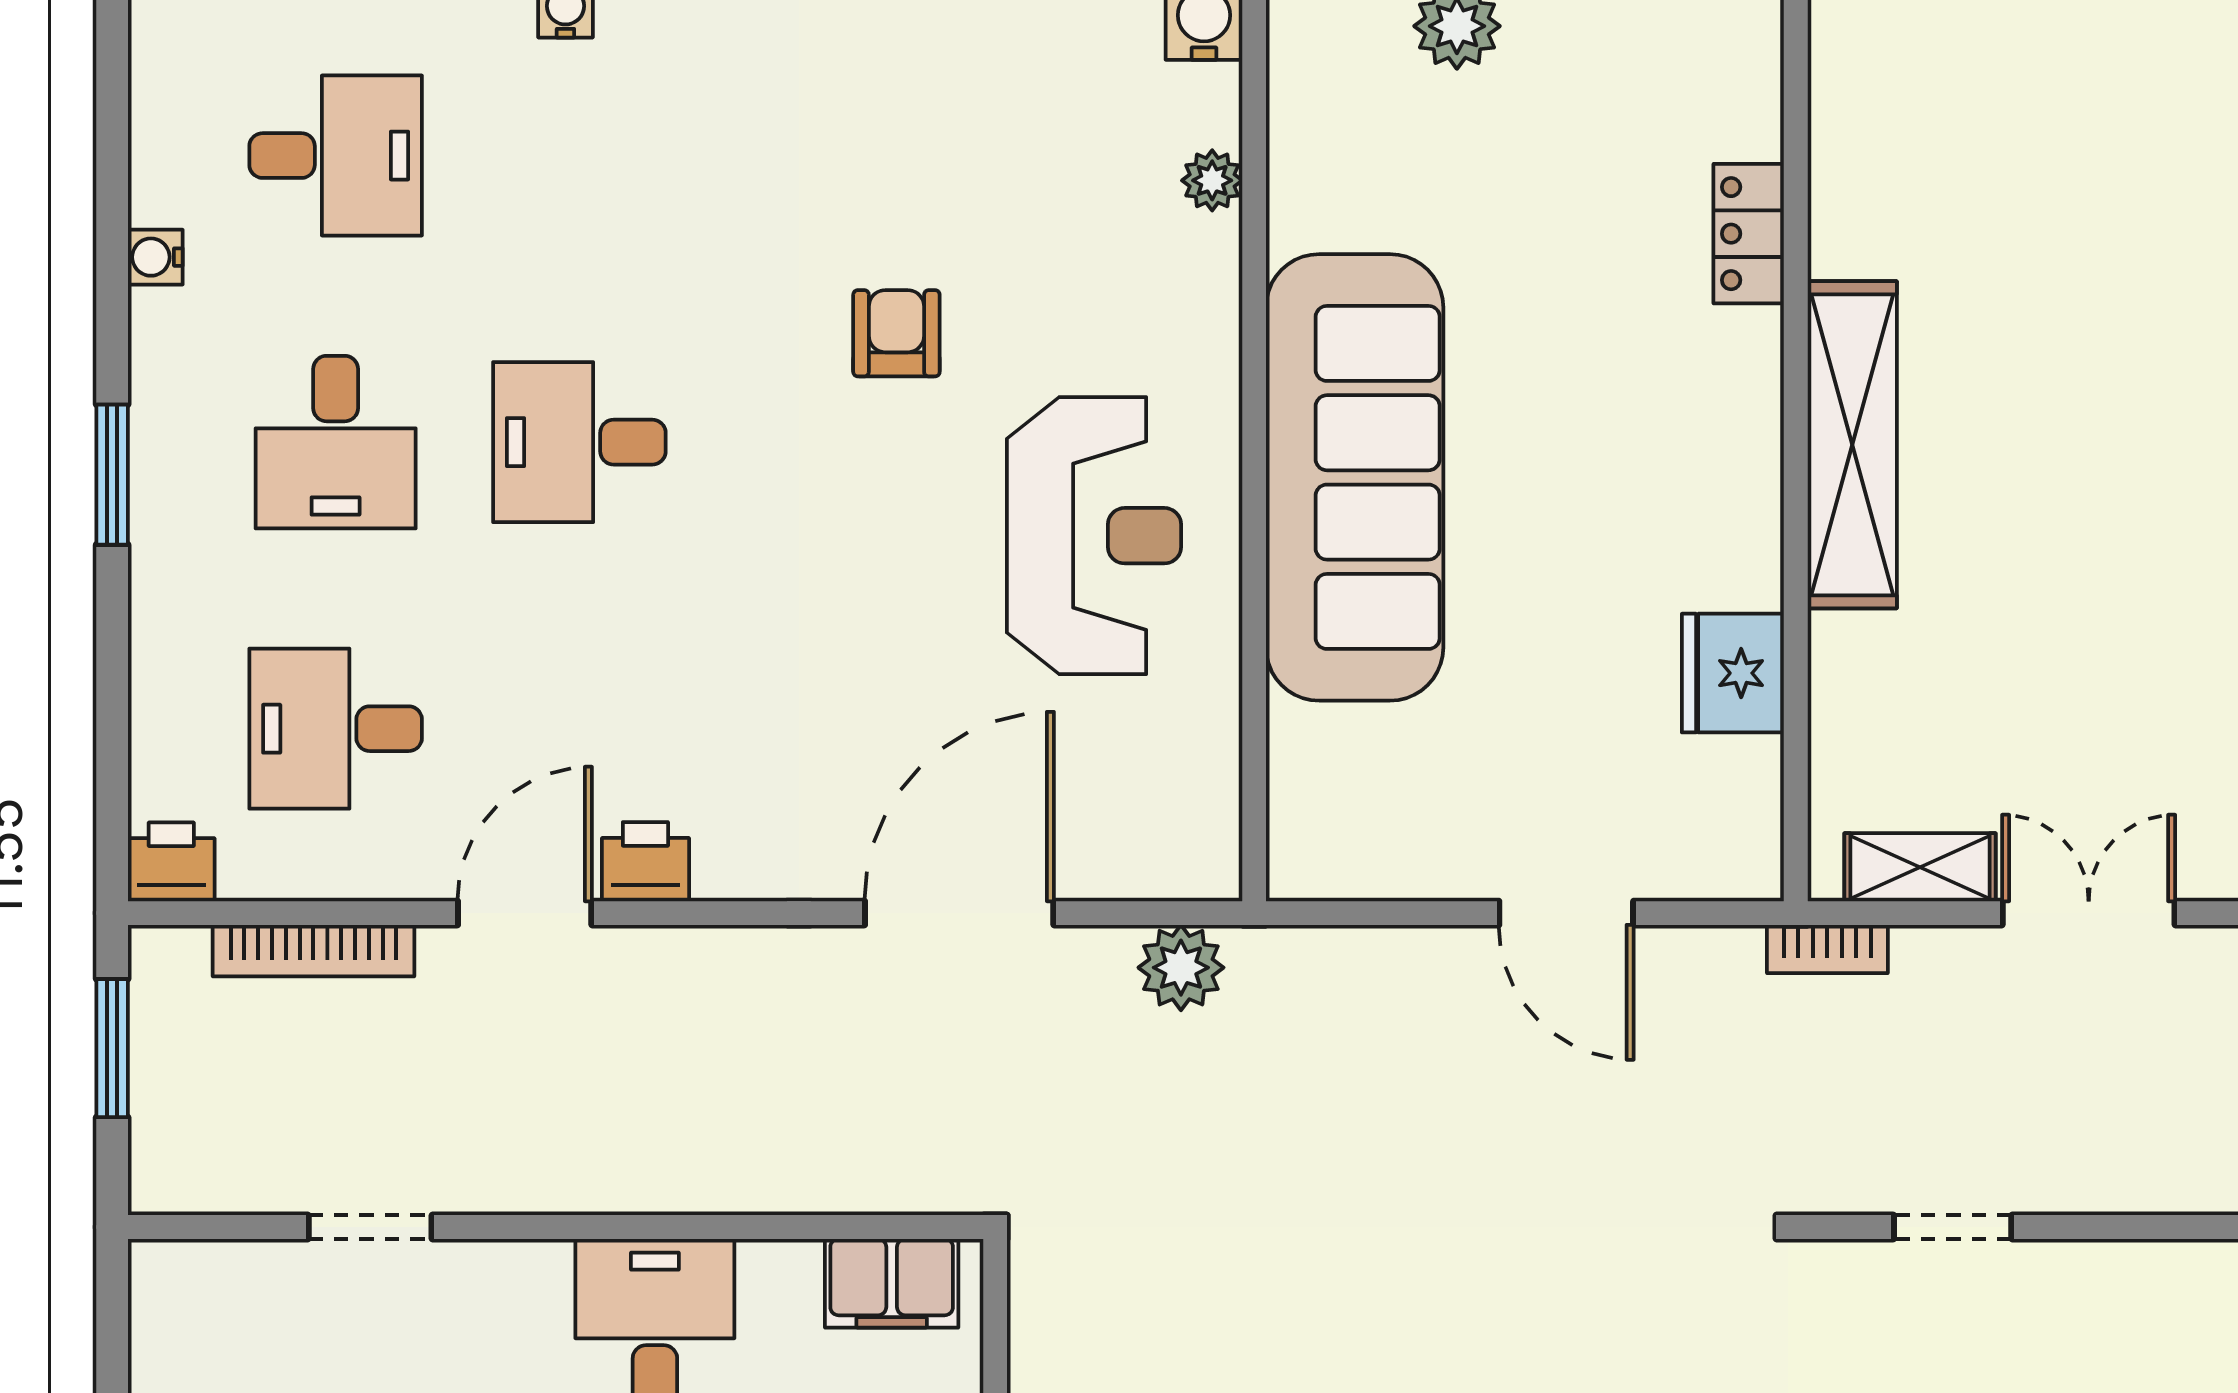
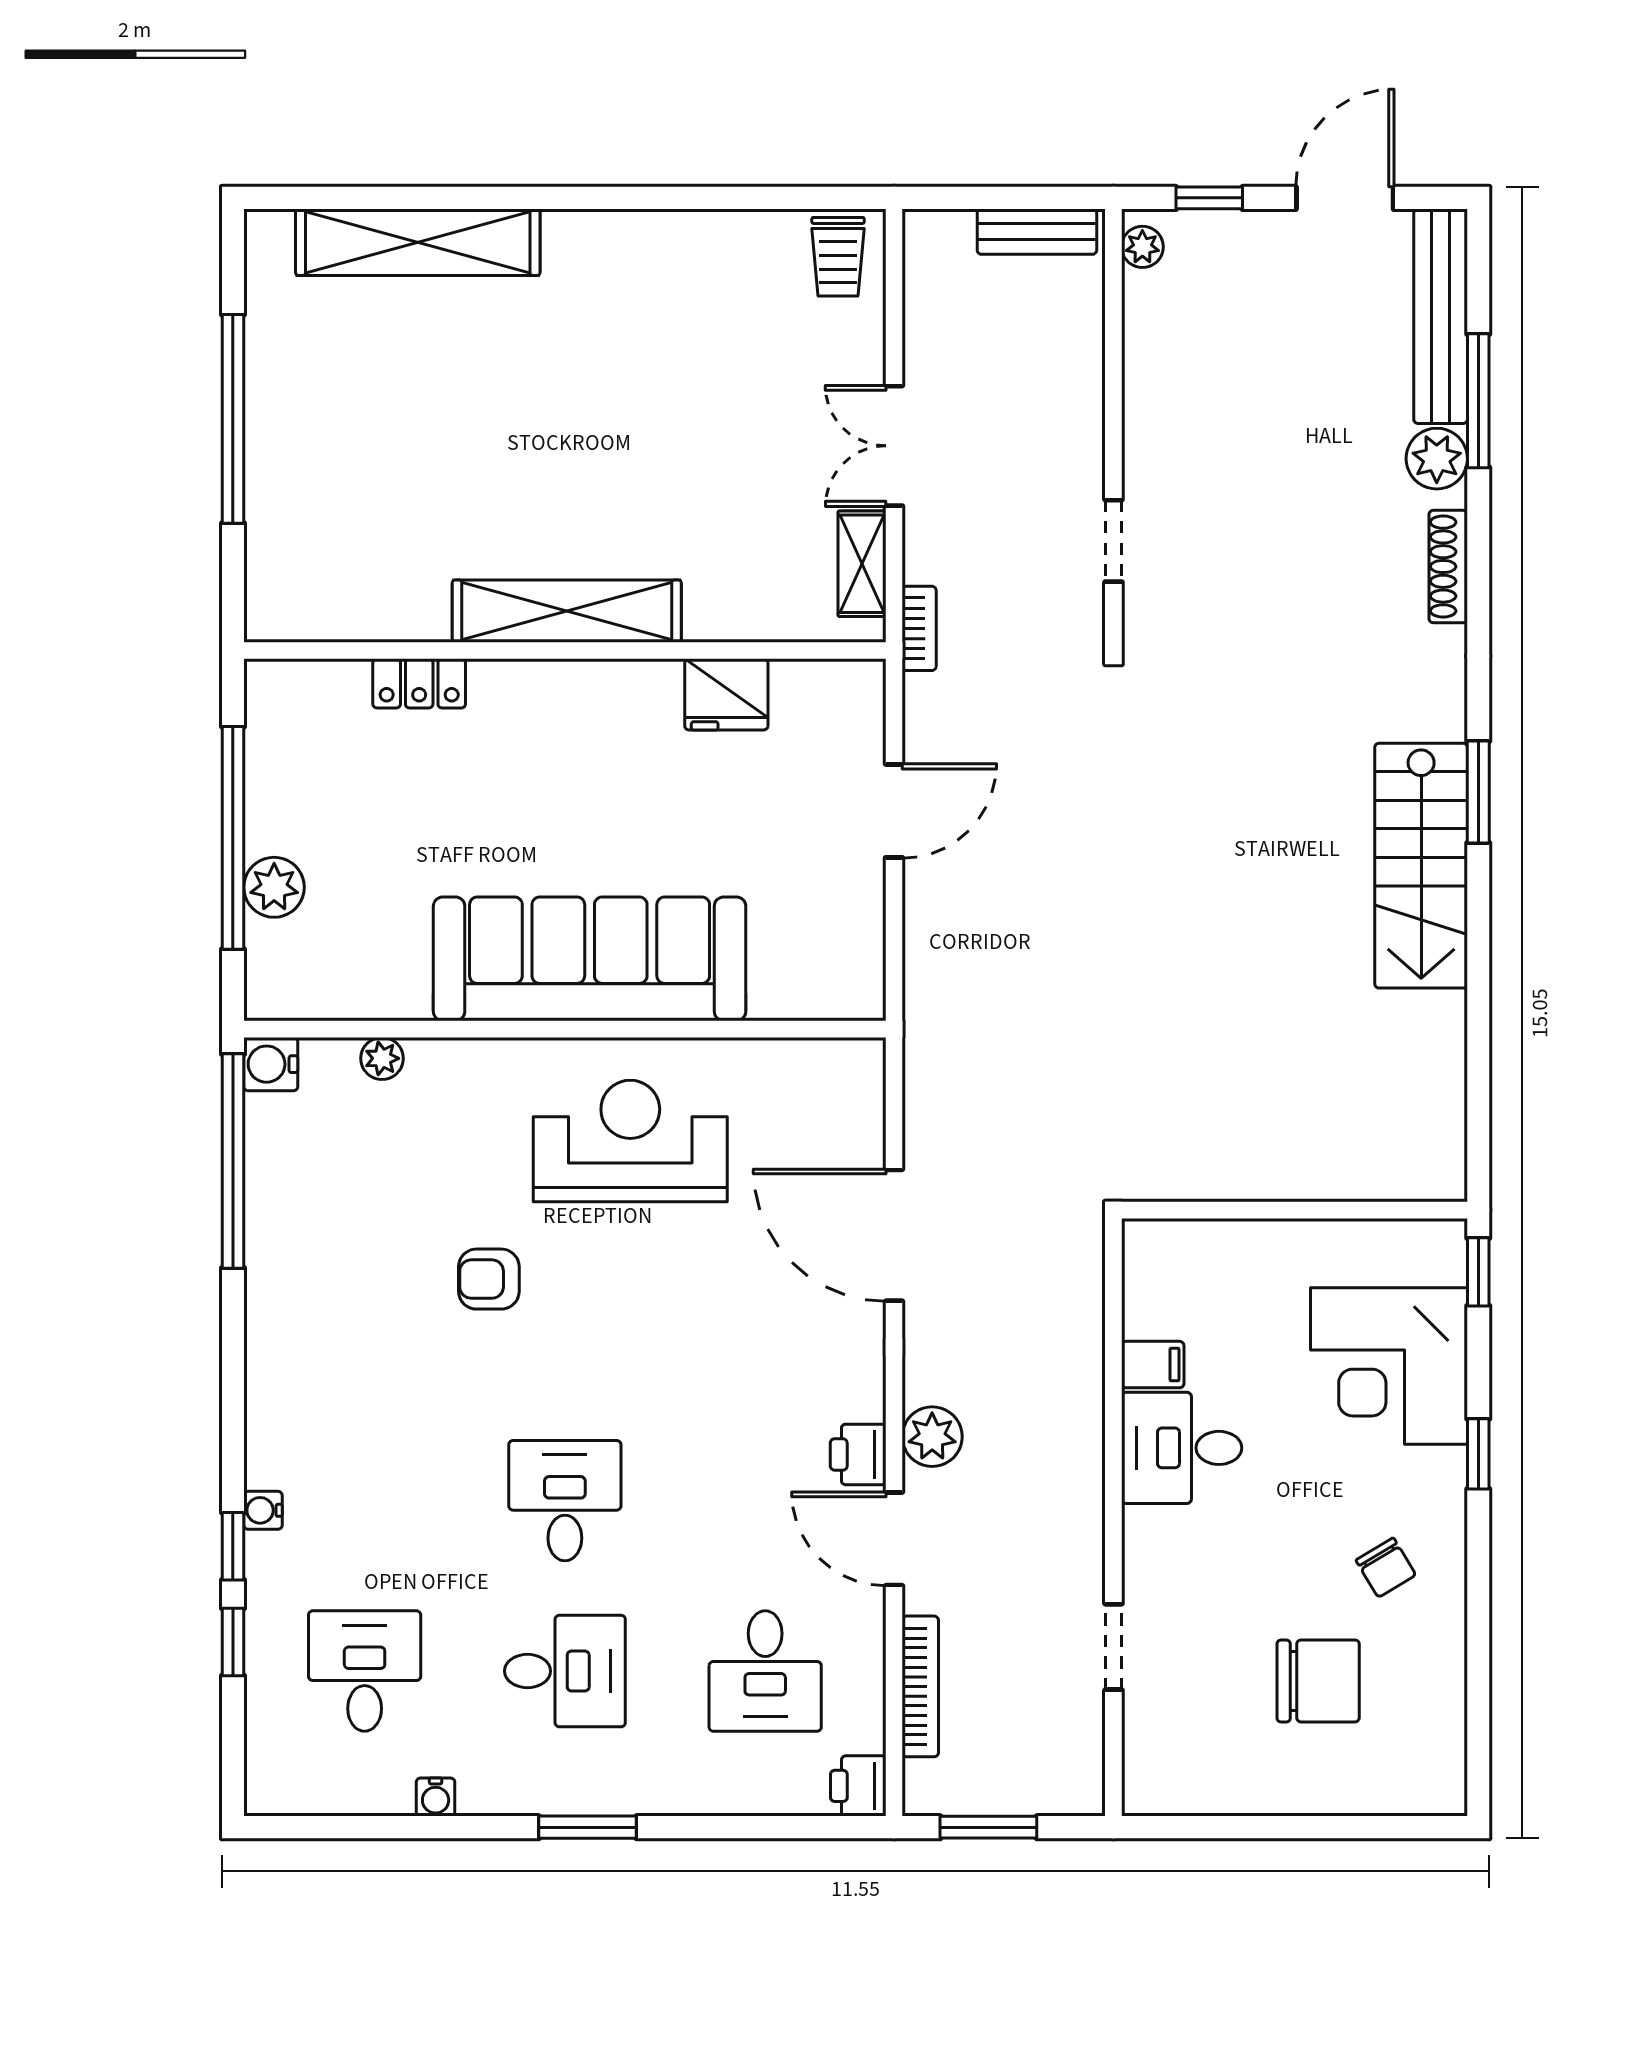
desk: (579, 442) -> (565, 1501), turned 180
plant: (1181, 968) -> (932, 1437), moved
filing cabinet: (892, 1283) -> (1153, 1365), moved, width x0.50

